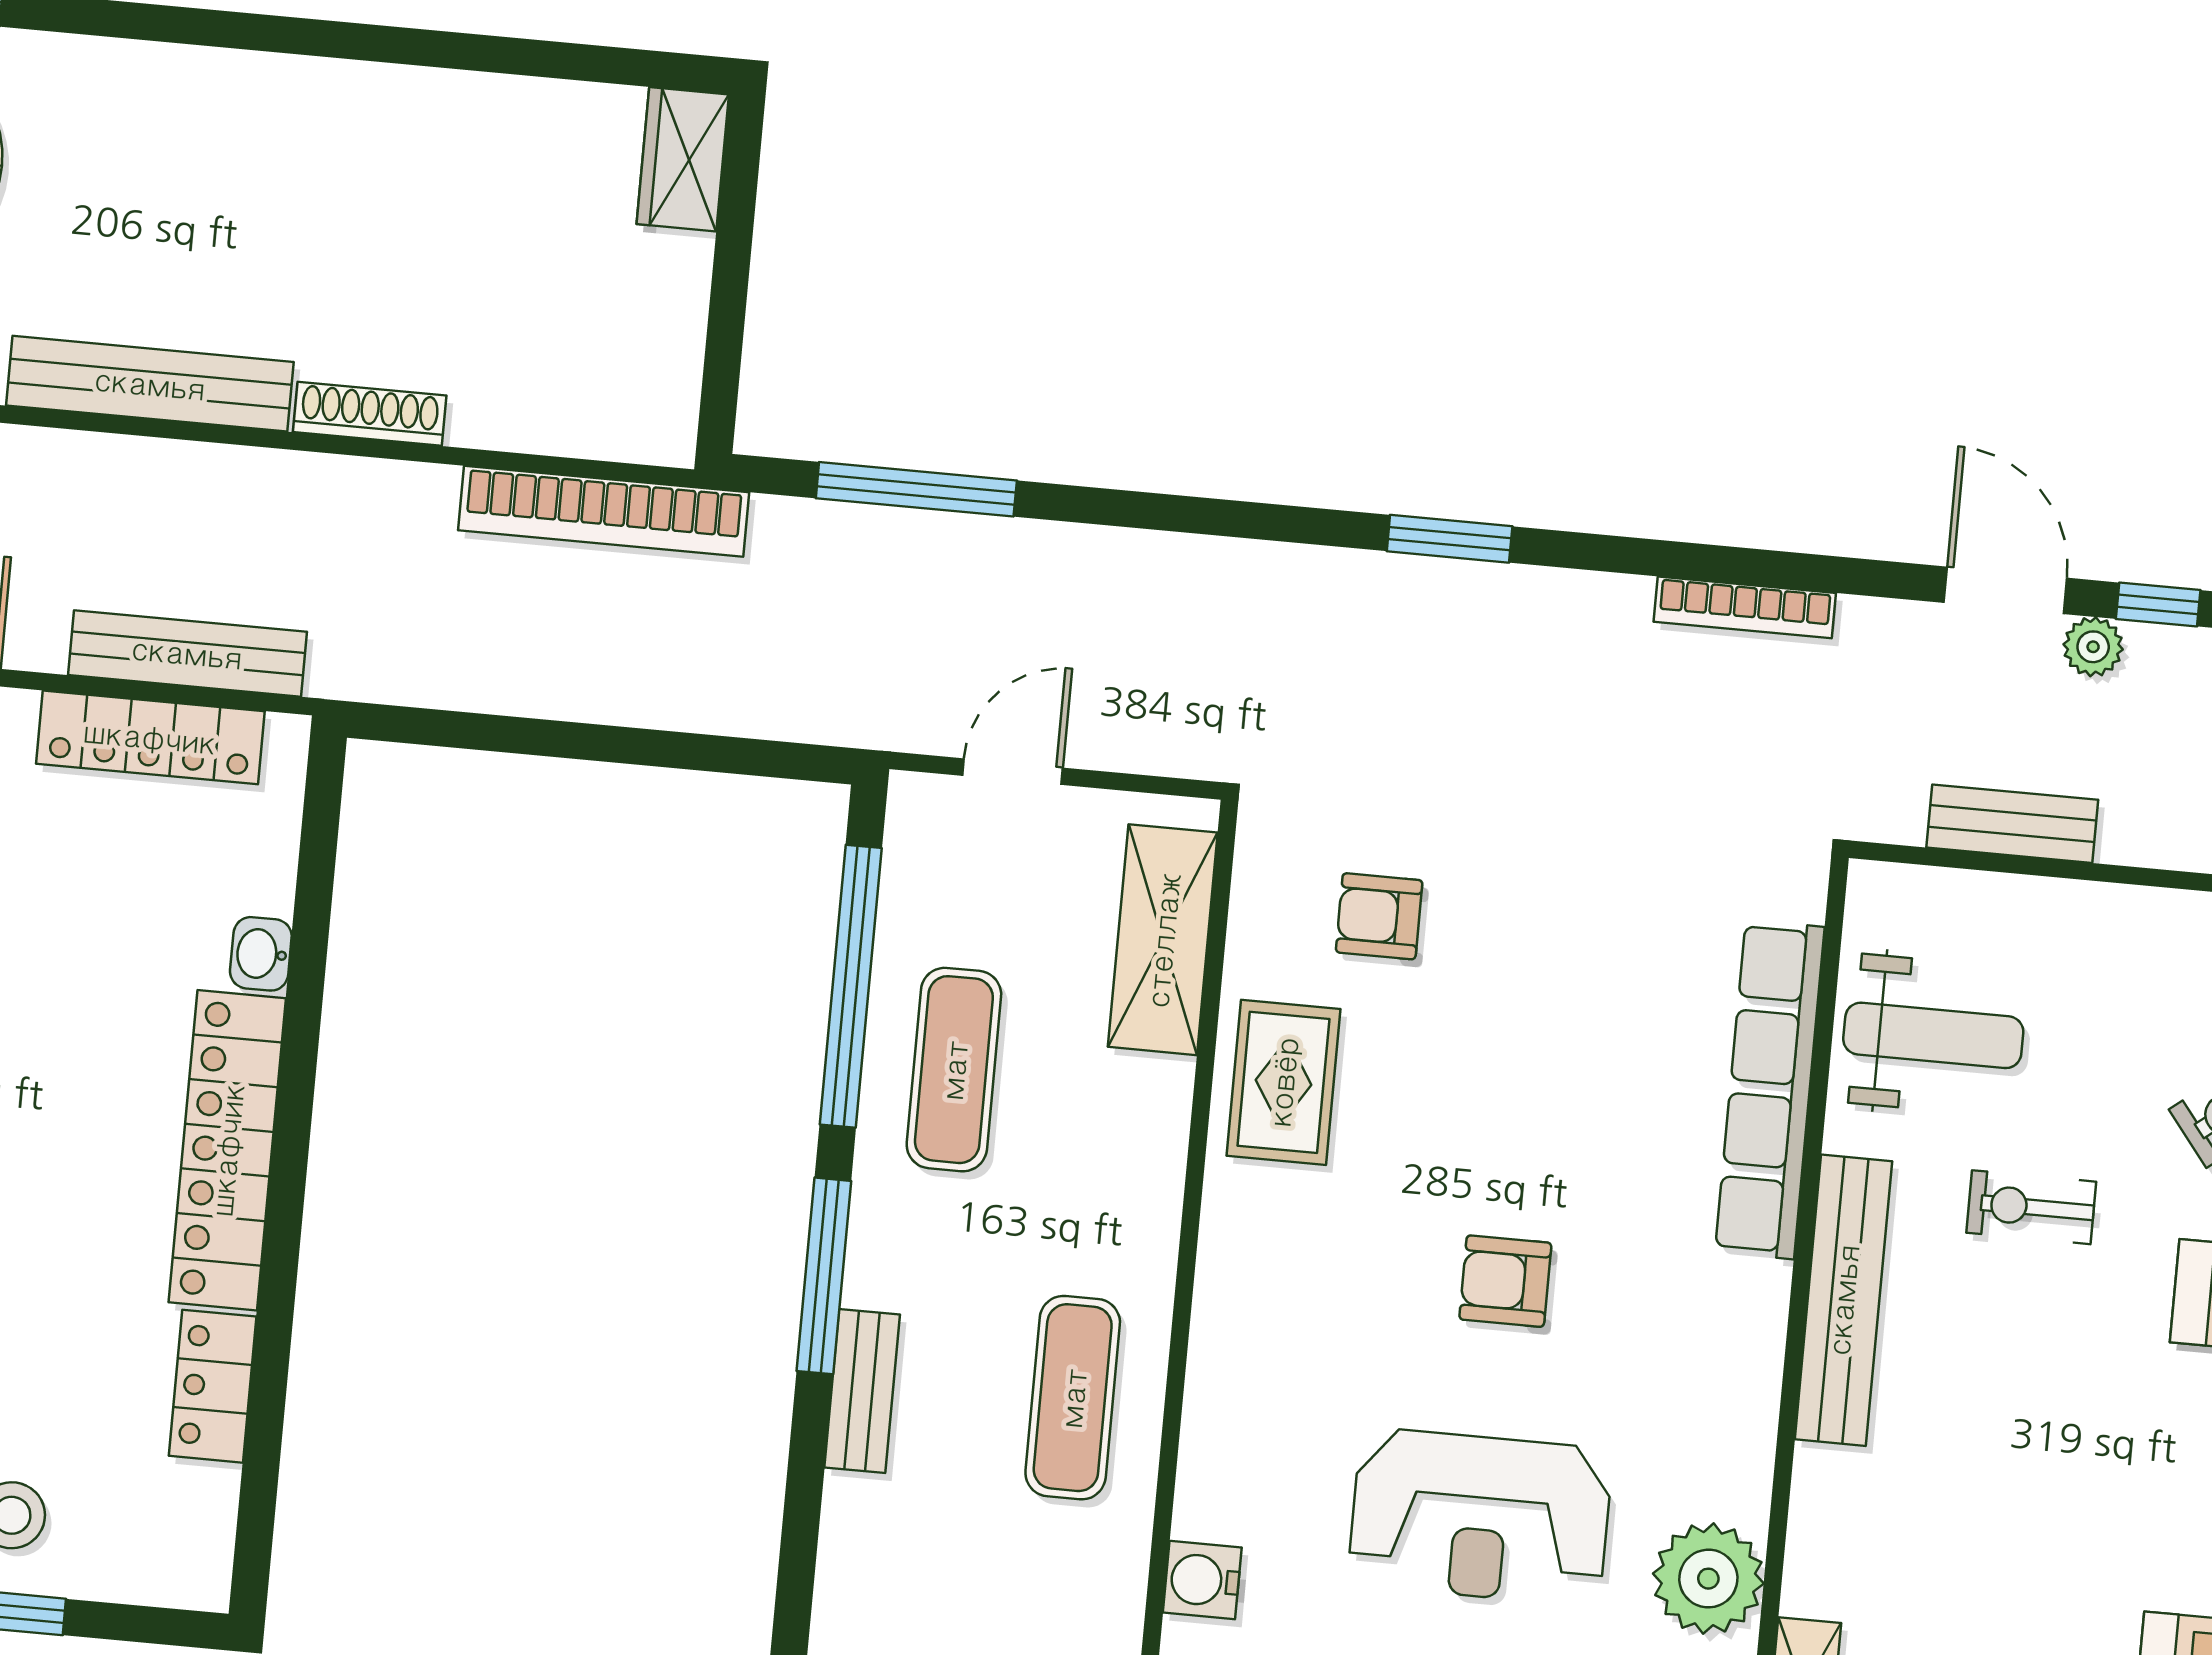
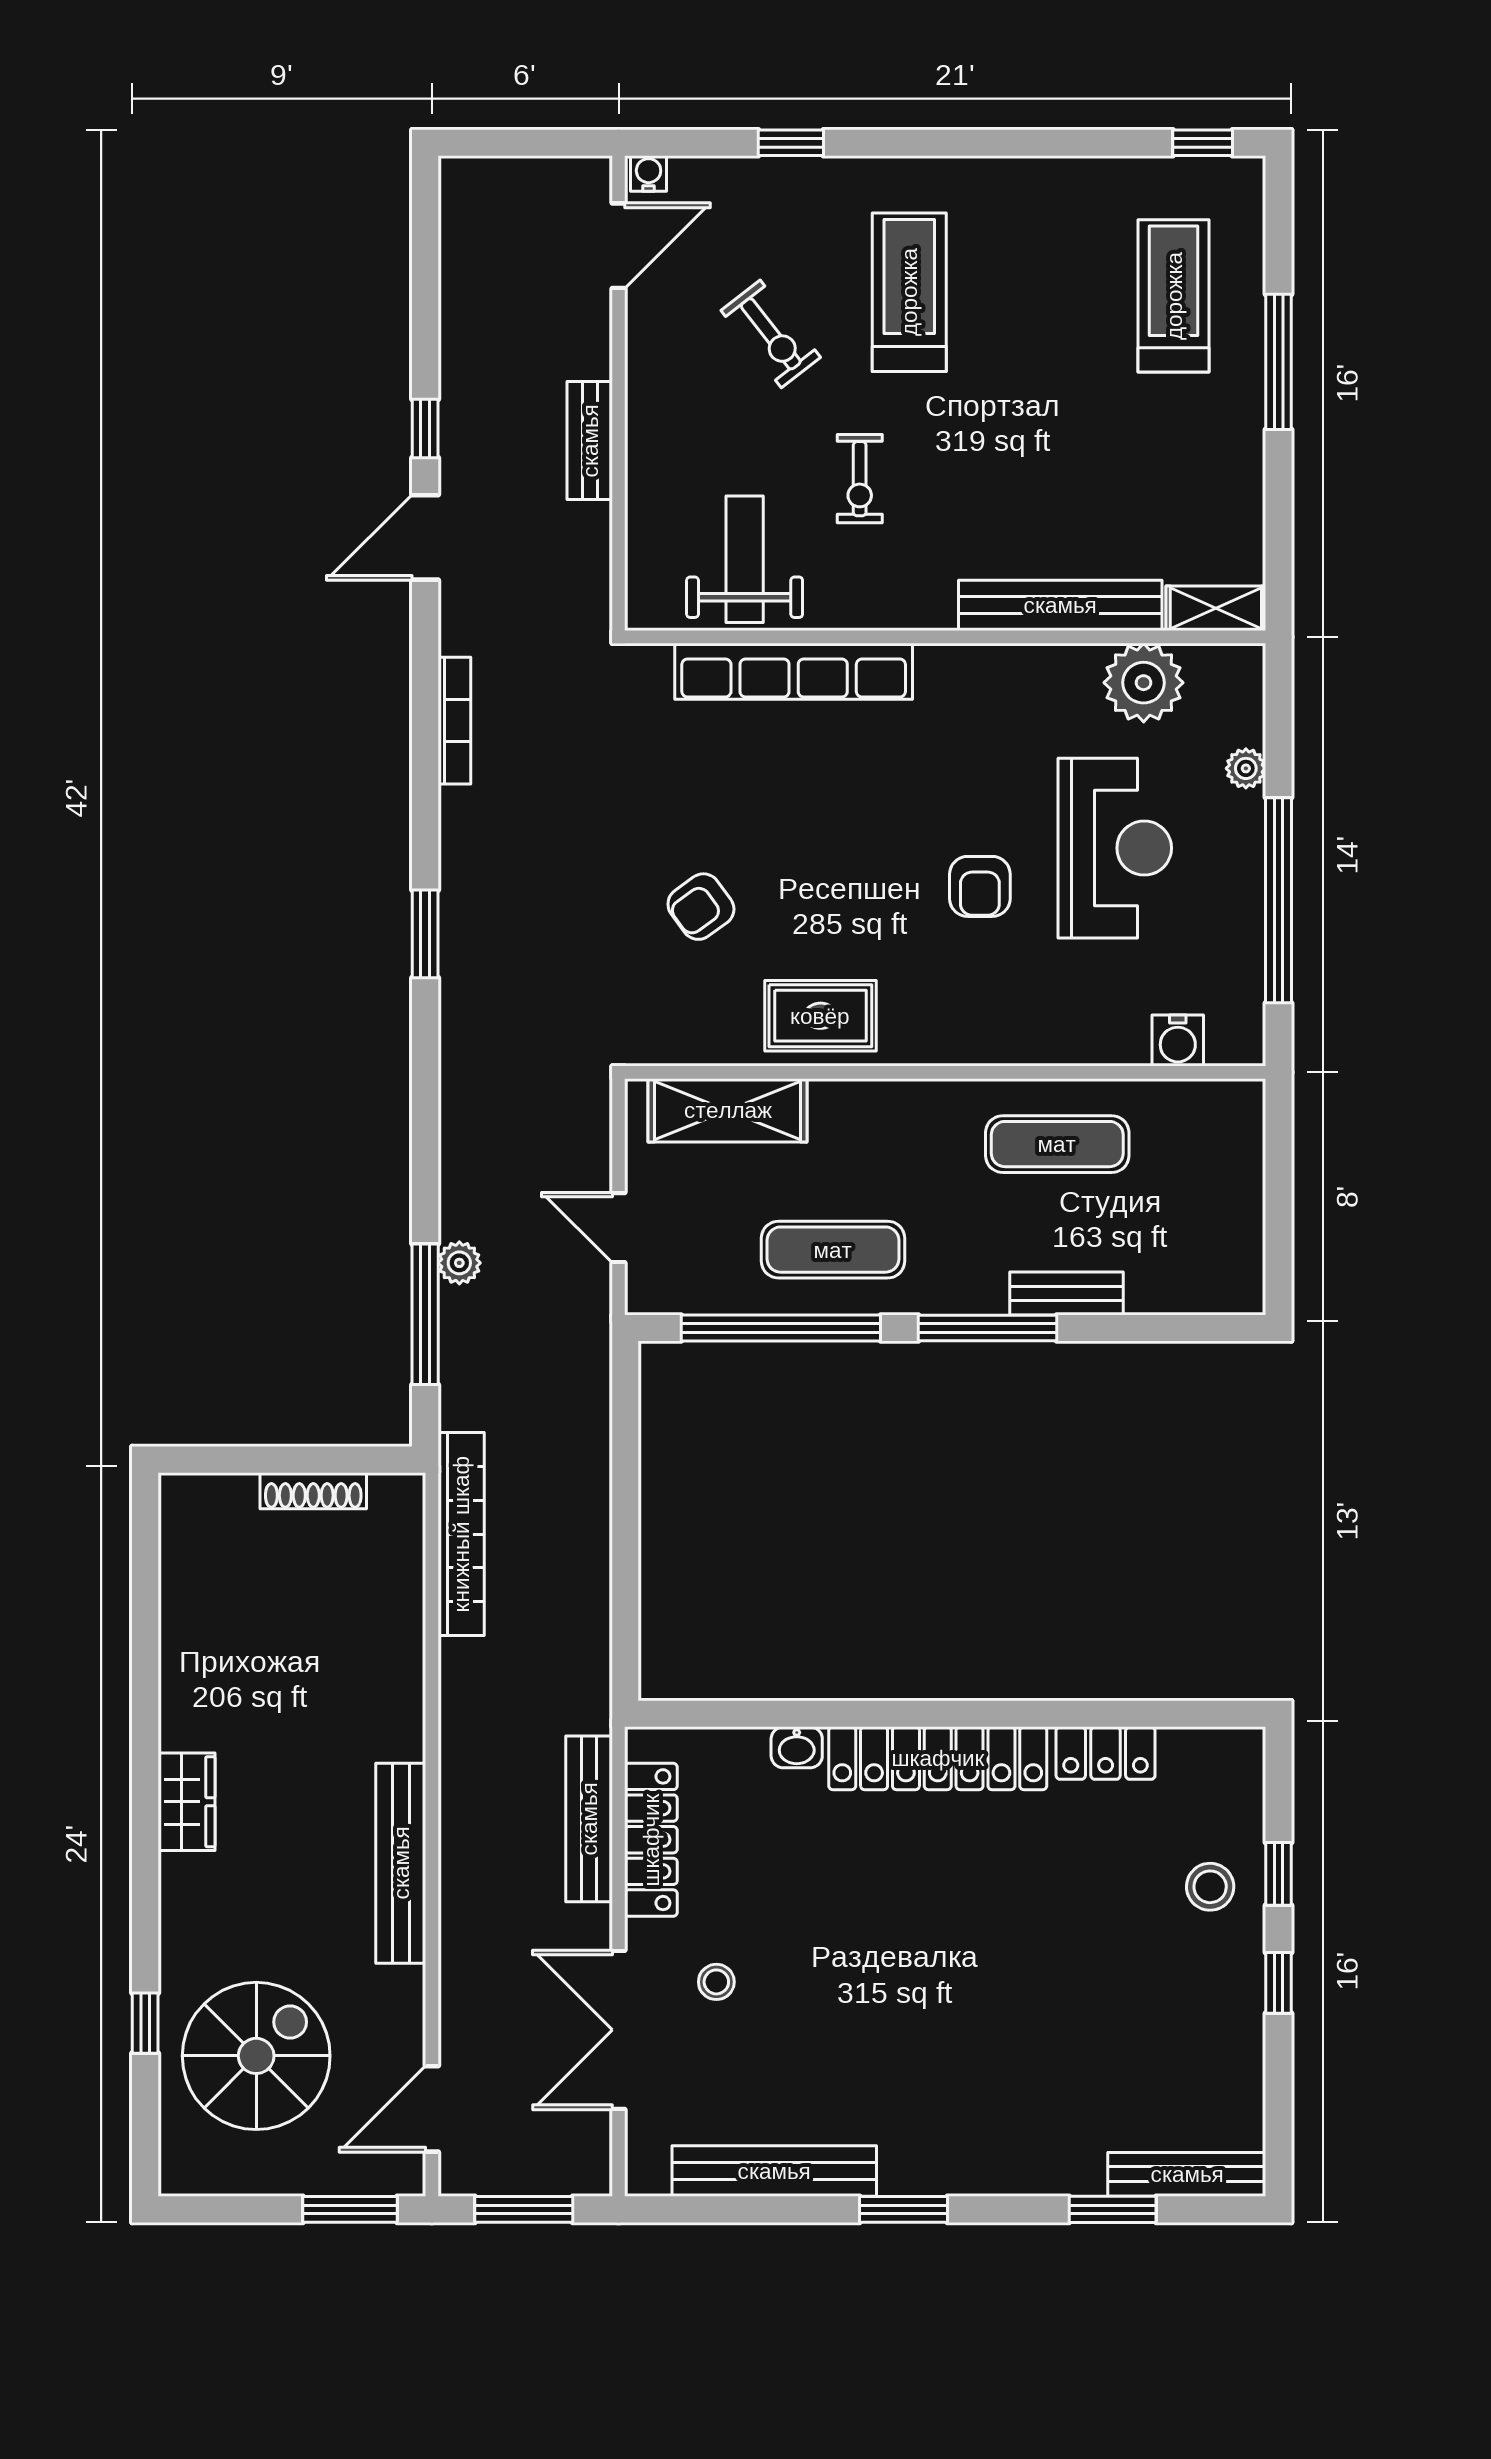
wardrobe: (683, 159) -> (186, 1802), moved, turned -90
shoe rack: (370, 414) -> (313, 1491), moved, turned -90
plant: (2093, 647) -> (459, 1263), moved
bench: (2012, 824) -> (590, 441), moved
armchair: (1379, 916) -> (701, 907), moved, turned 54
armchair: (1505, 1281) -> (980, 886), moved
bench: (1843, 1300) -> (1060, 605), moved

